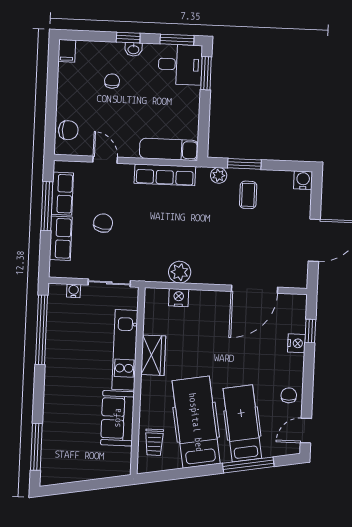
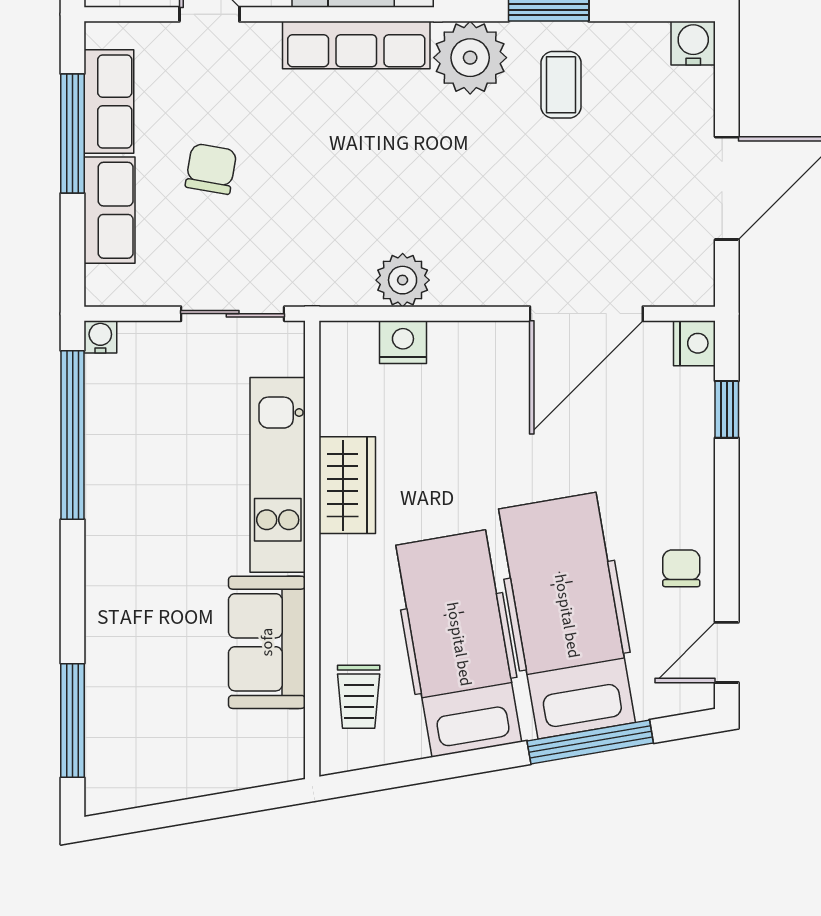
plant: (219, 175) -> (470, 58), width x1.87, depth x1.87
water cooler: (74, 291) -> (100, 337), moved
nightstand: (296, 343) -> (694, 343), moved
hospital bed: (242, 423) -> (567, 616), width x1.37, depth x1.29

